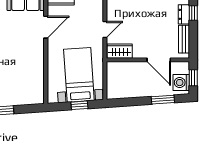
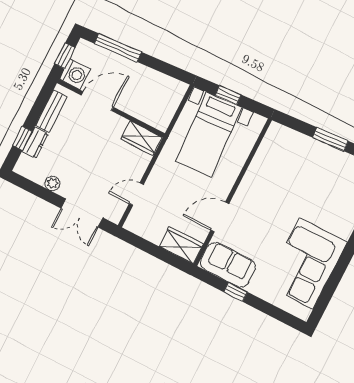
door: (105, 30) -> (136, 194), moved
door: (159, 60) -> (97, 101), hinge flipped
washing machine: (181, 83) -> (75, 74), moved
window: (163, 100) -> (118, 48), width x1.44

